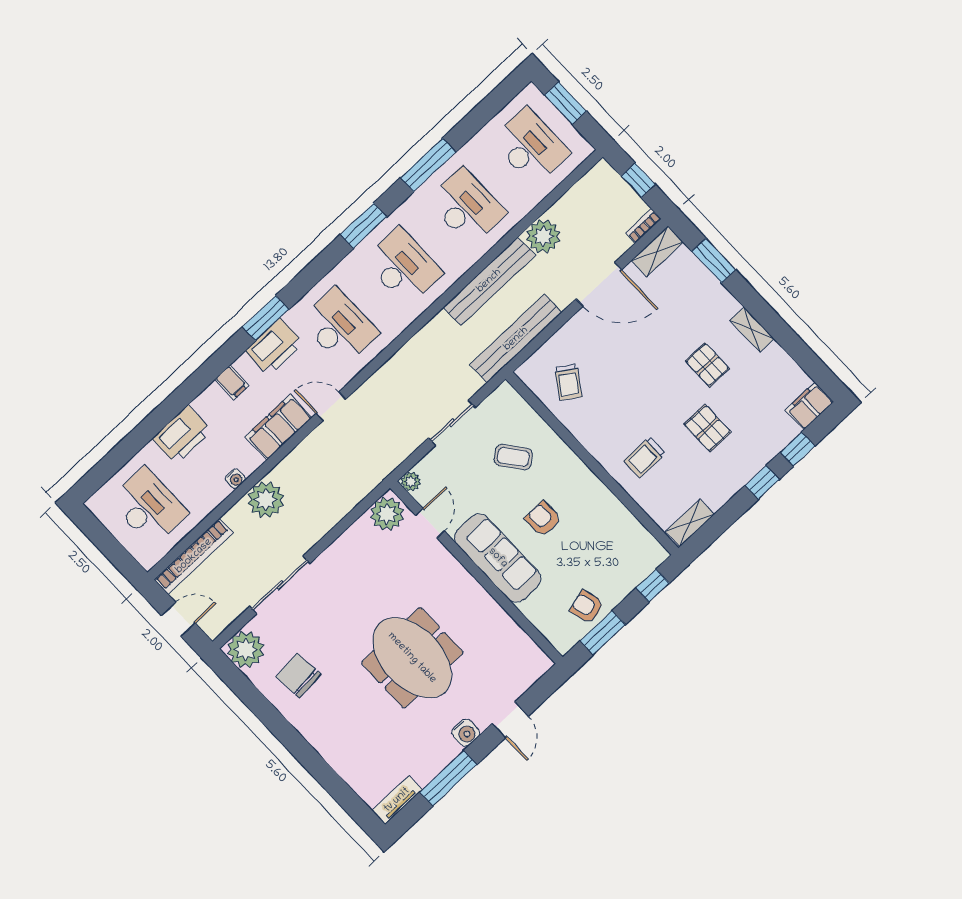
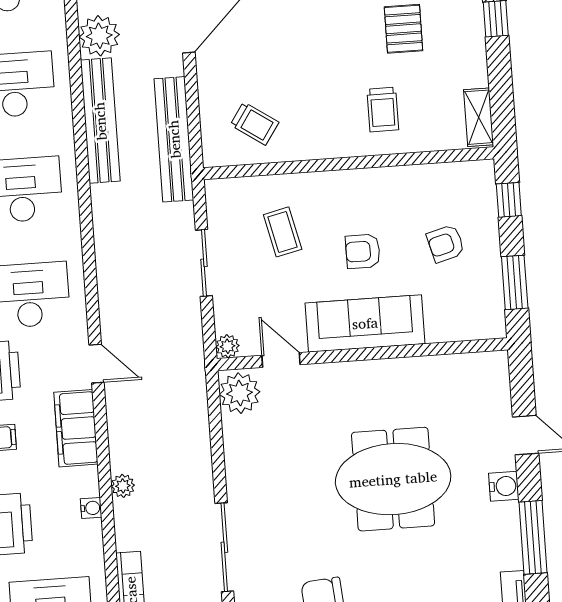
door: (331, 406) -> (97, 364), swing flipped
pallet: (707, 428) -> (403, 29), turned 90
coffee table: (513, 457) -> (283, 232), turned -65
plant: (266, 500) -> (123, 486), width x0.53, depth x0.53
armchair: (587, 607) -> (446, 244), moved

